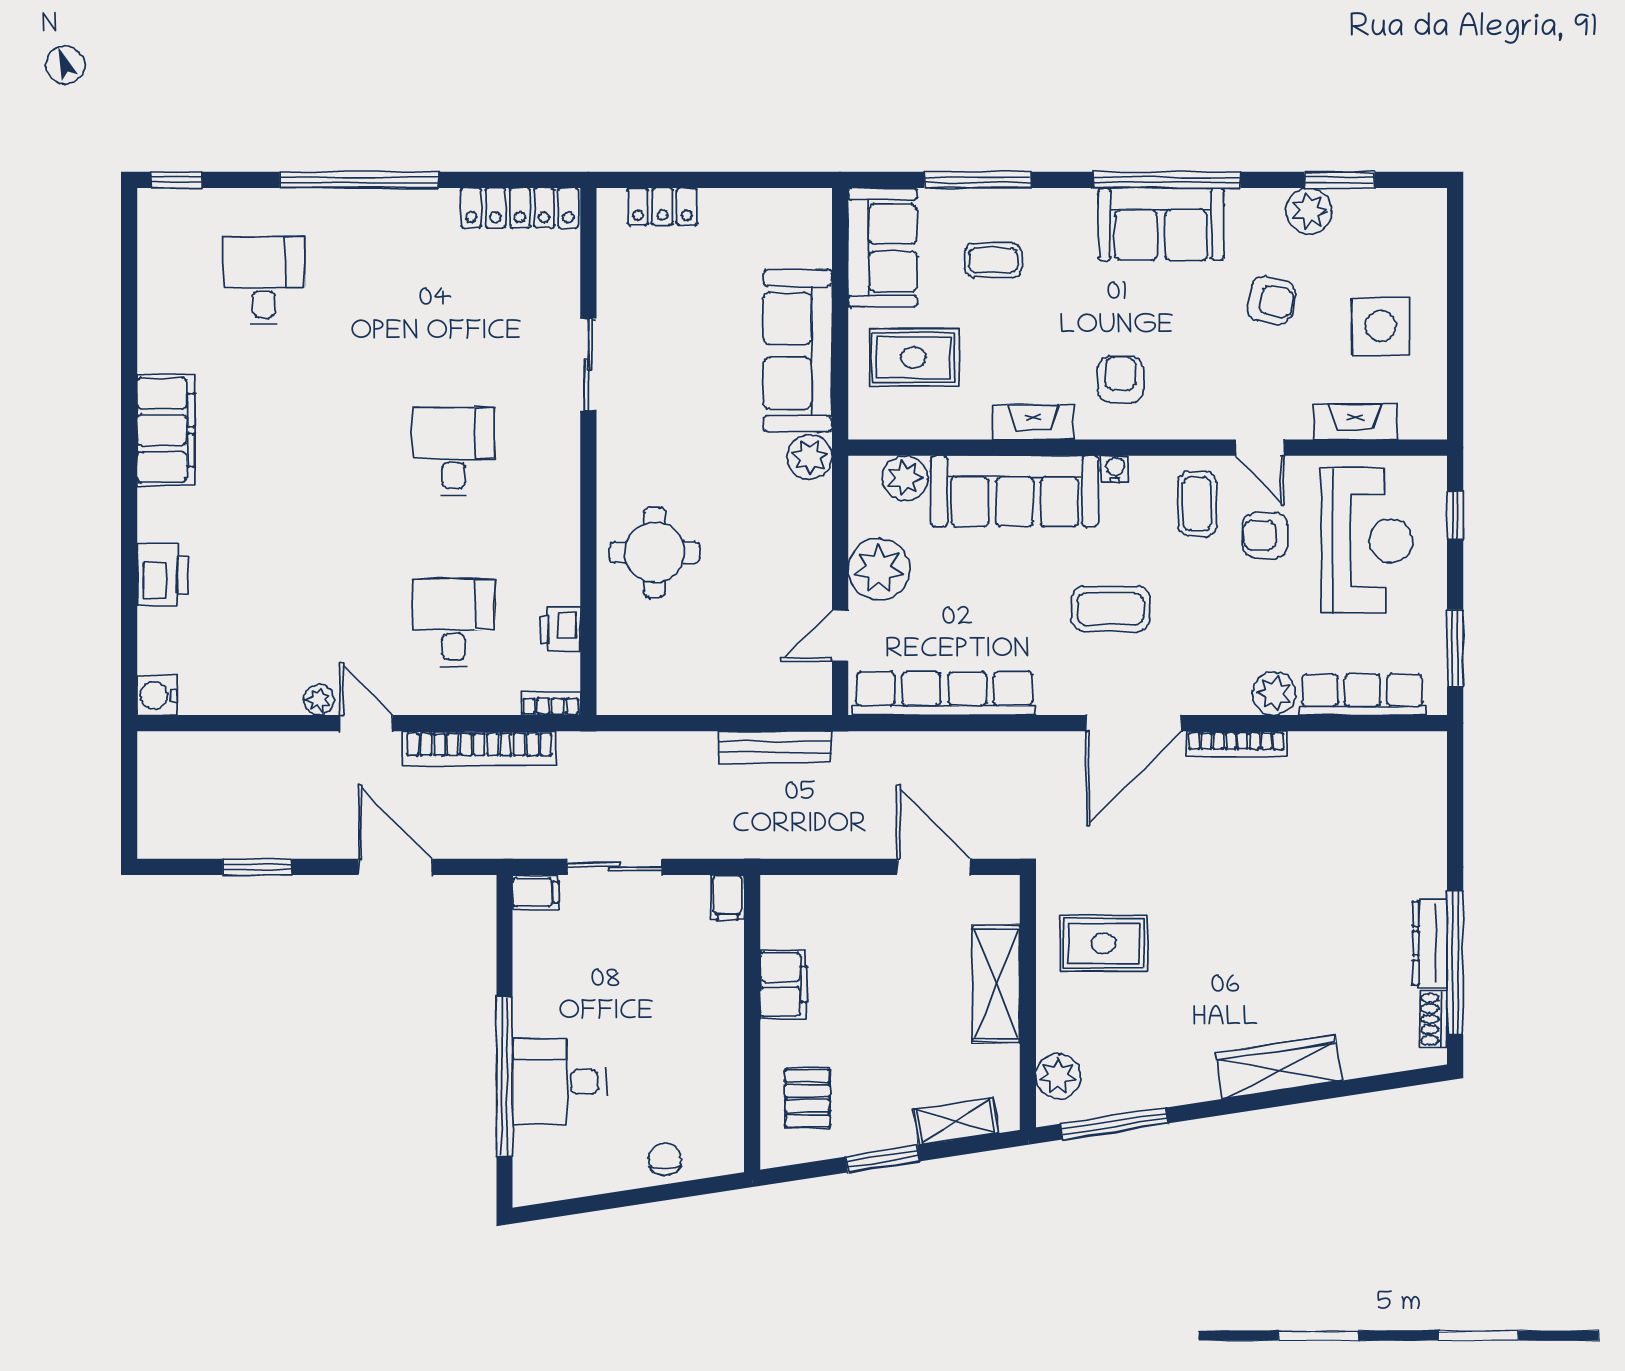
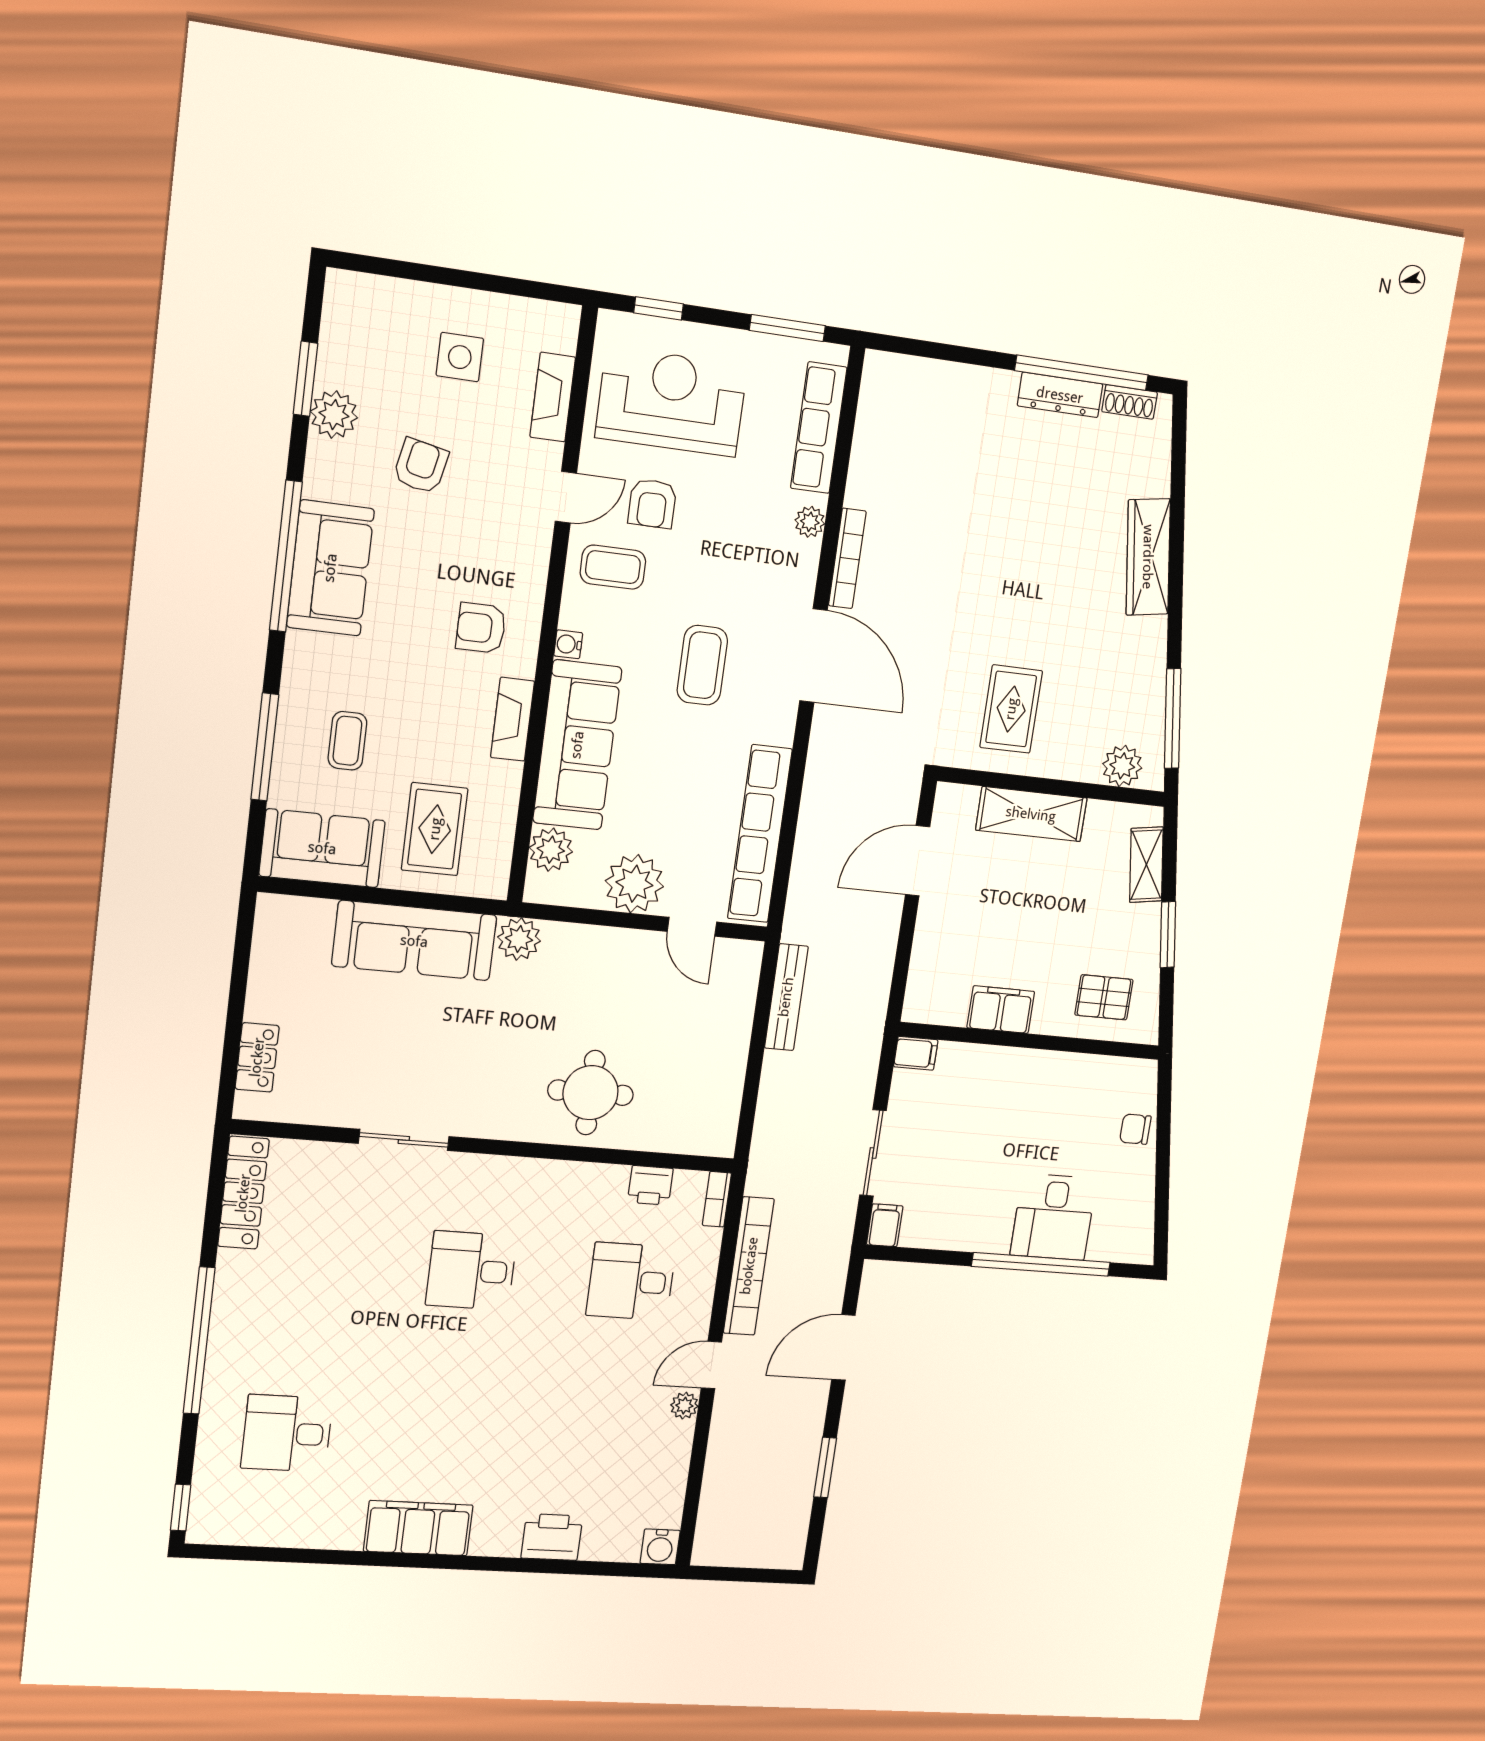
side table: (1381, 326) -> (460, 357), width x0.73, depth x0.73
plant: (1274, 693) -> (810, 522), width x0.73, depth x0.73

